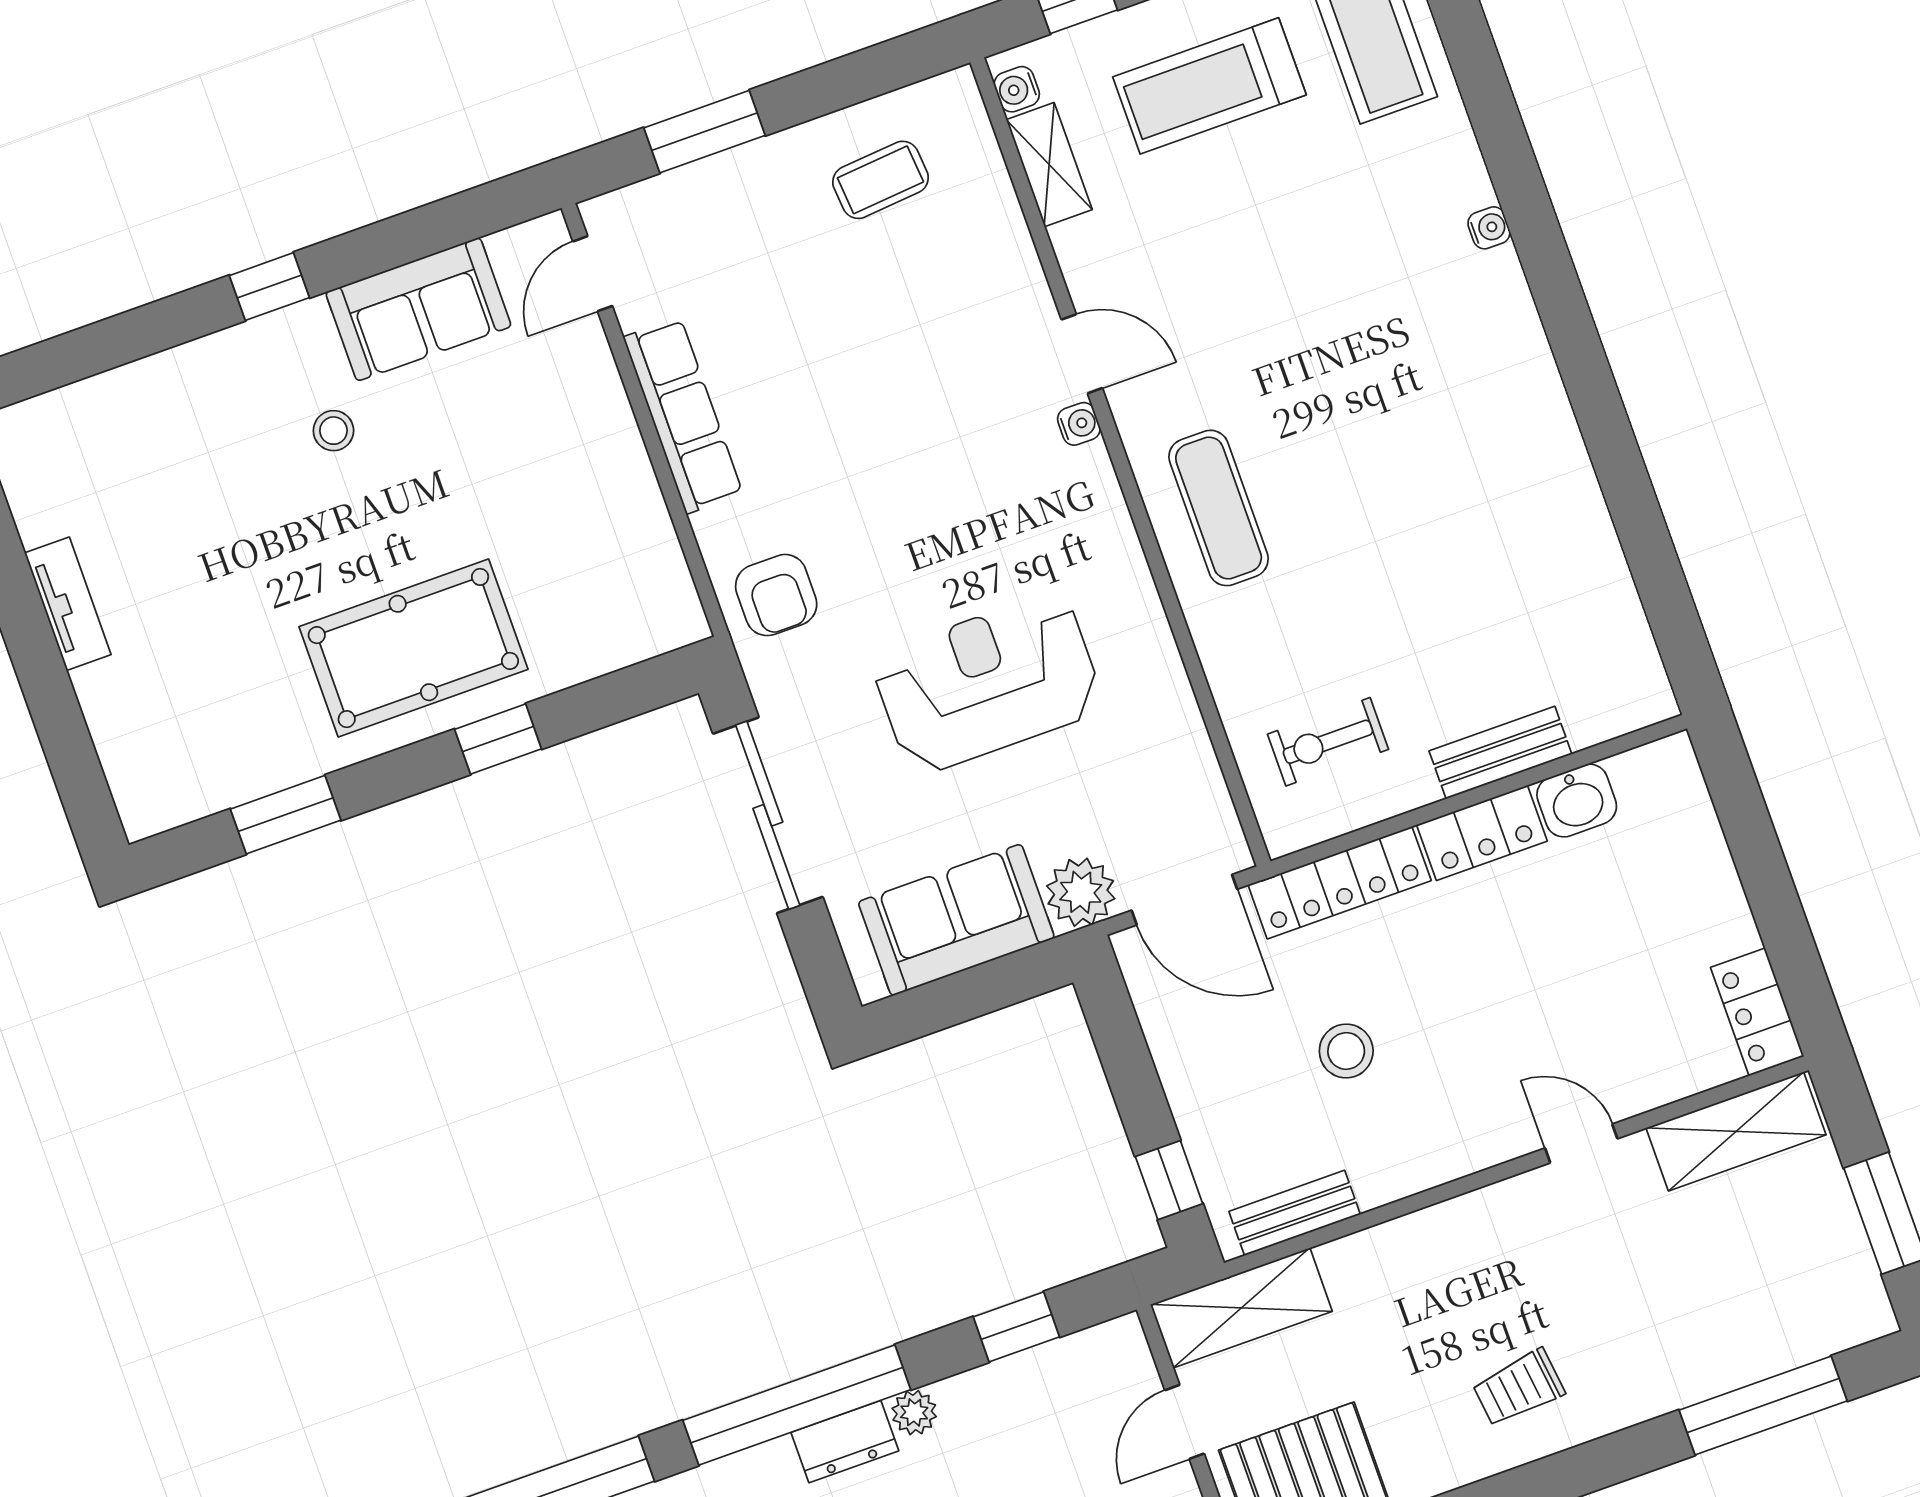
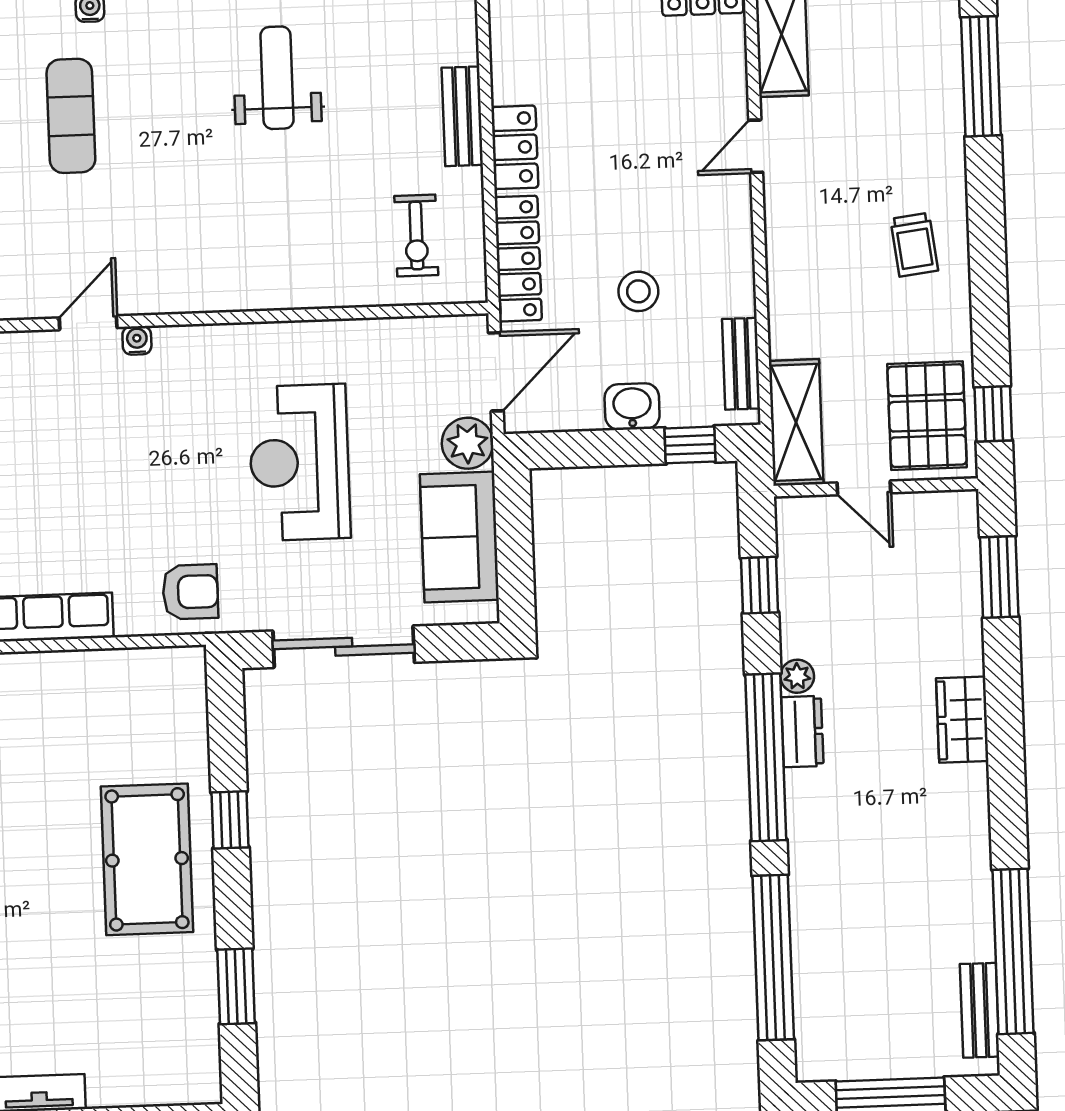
weight bench: (1475, 498) -> (277, 78), added
exercise mat: (1219, 508) -> (71, 116), moved, turned 90
washbasin: (1577, 801) -> (632, 407), moved, turned -90

